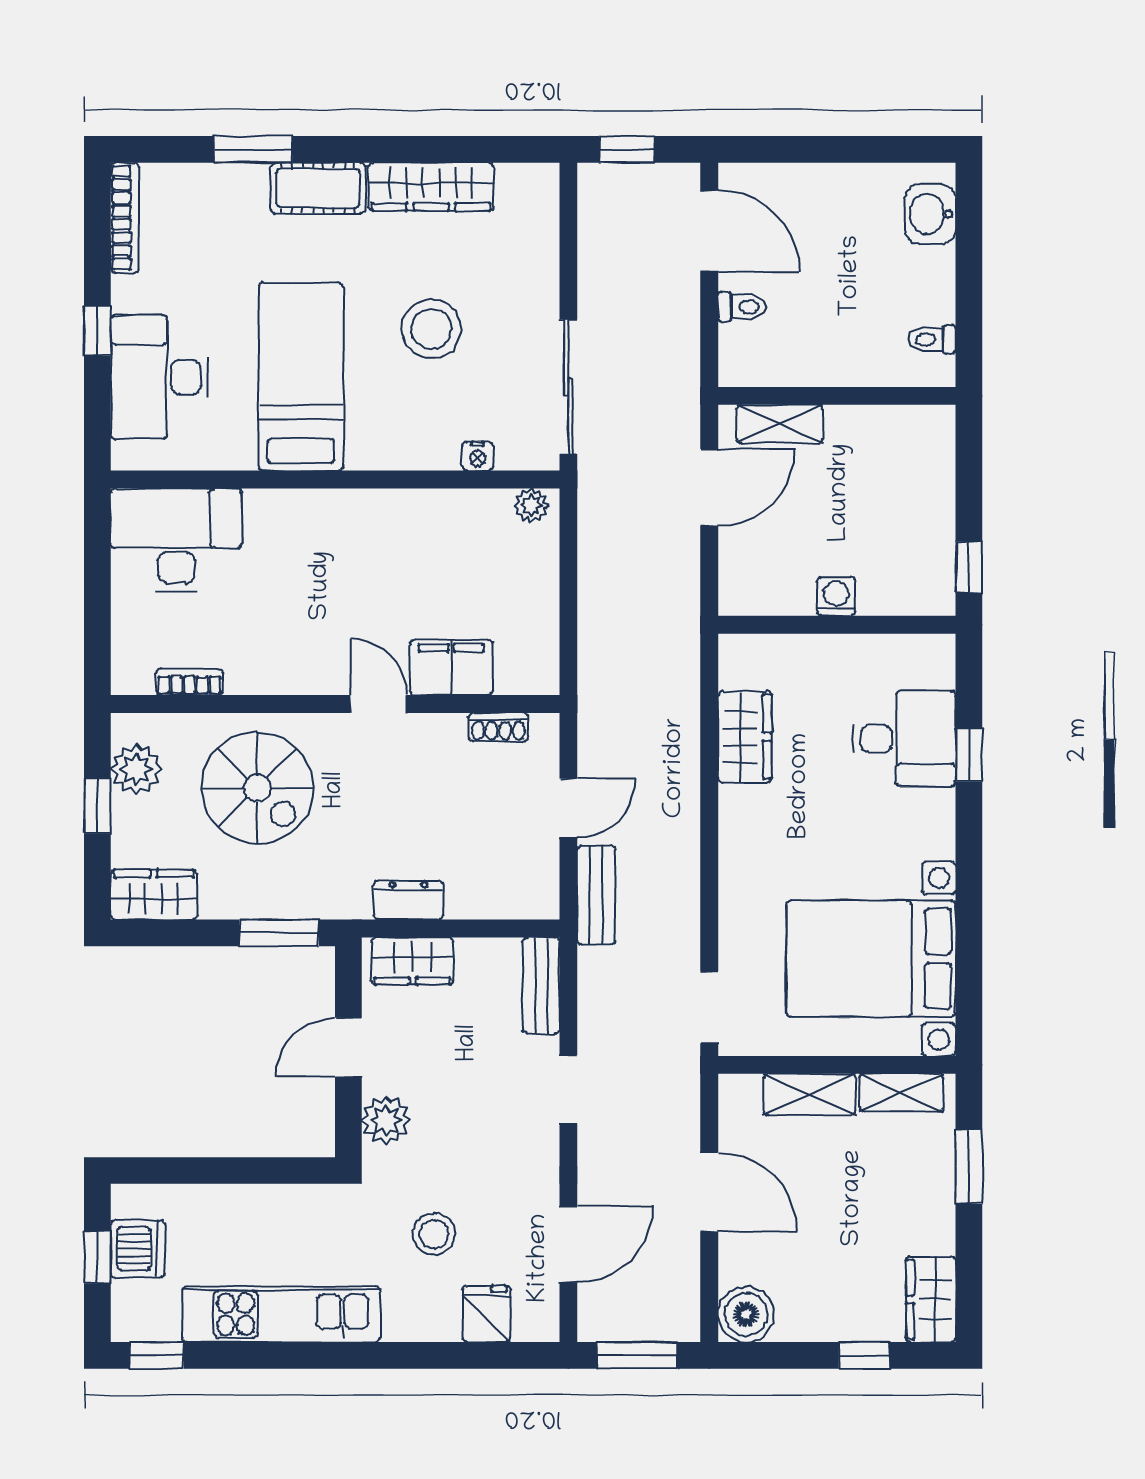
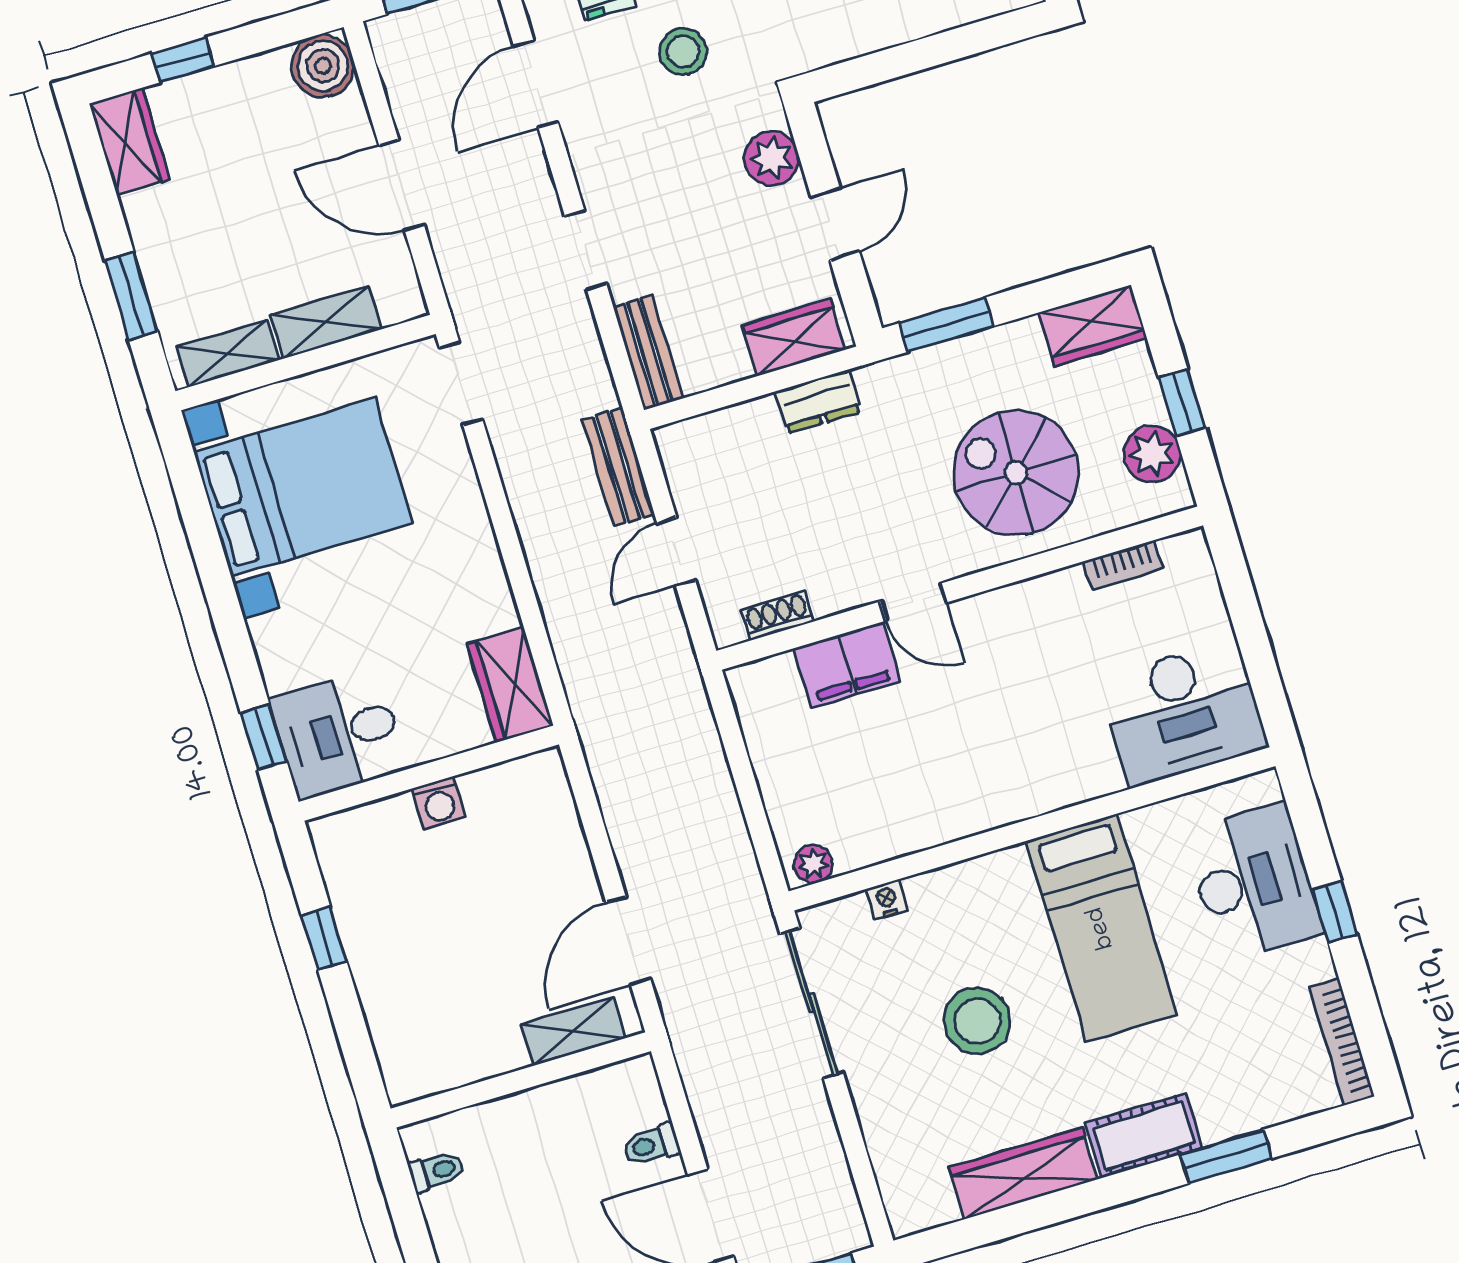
washing machine: (836, 597) -> (439, 803), moved
wall: (837, 625) -> (429, 773), moved

